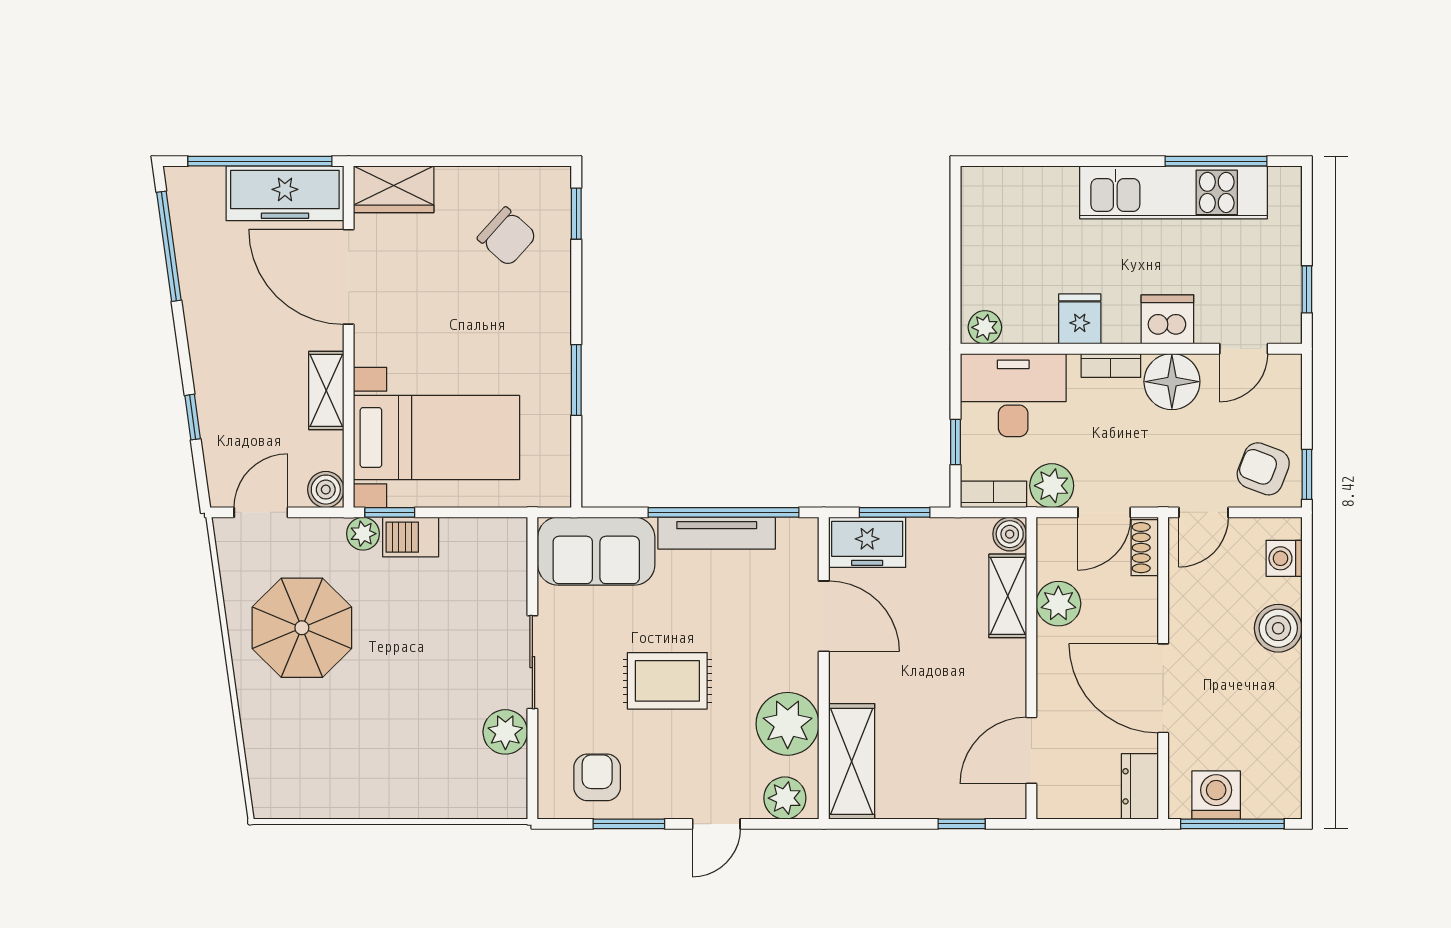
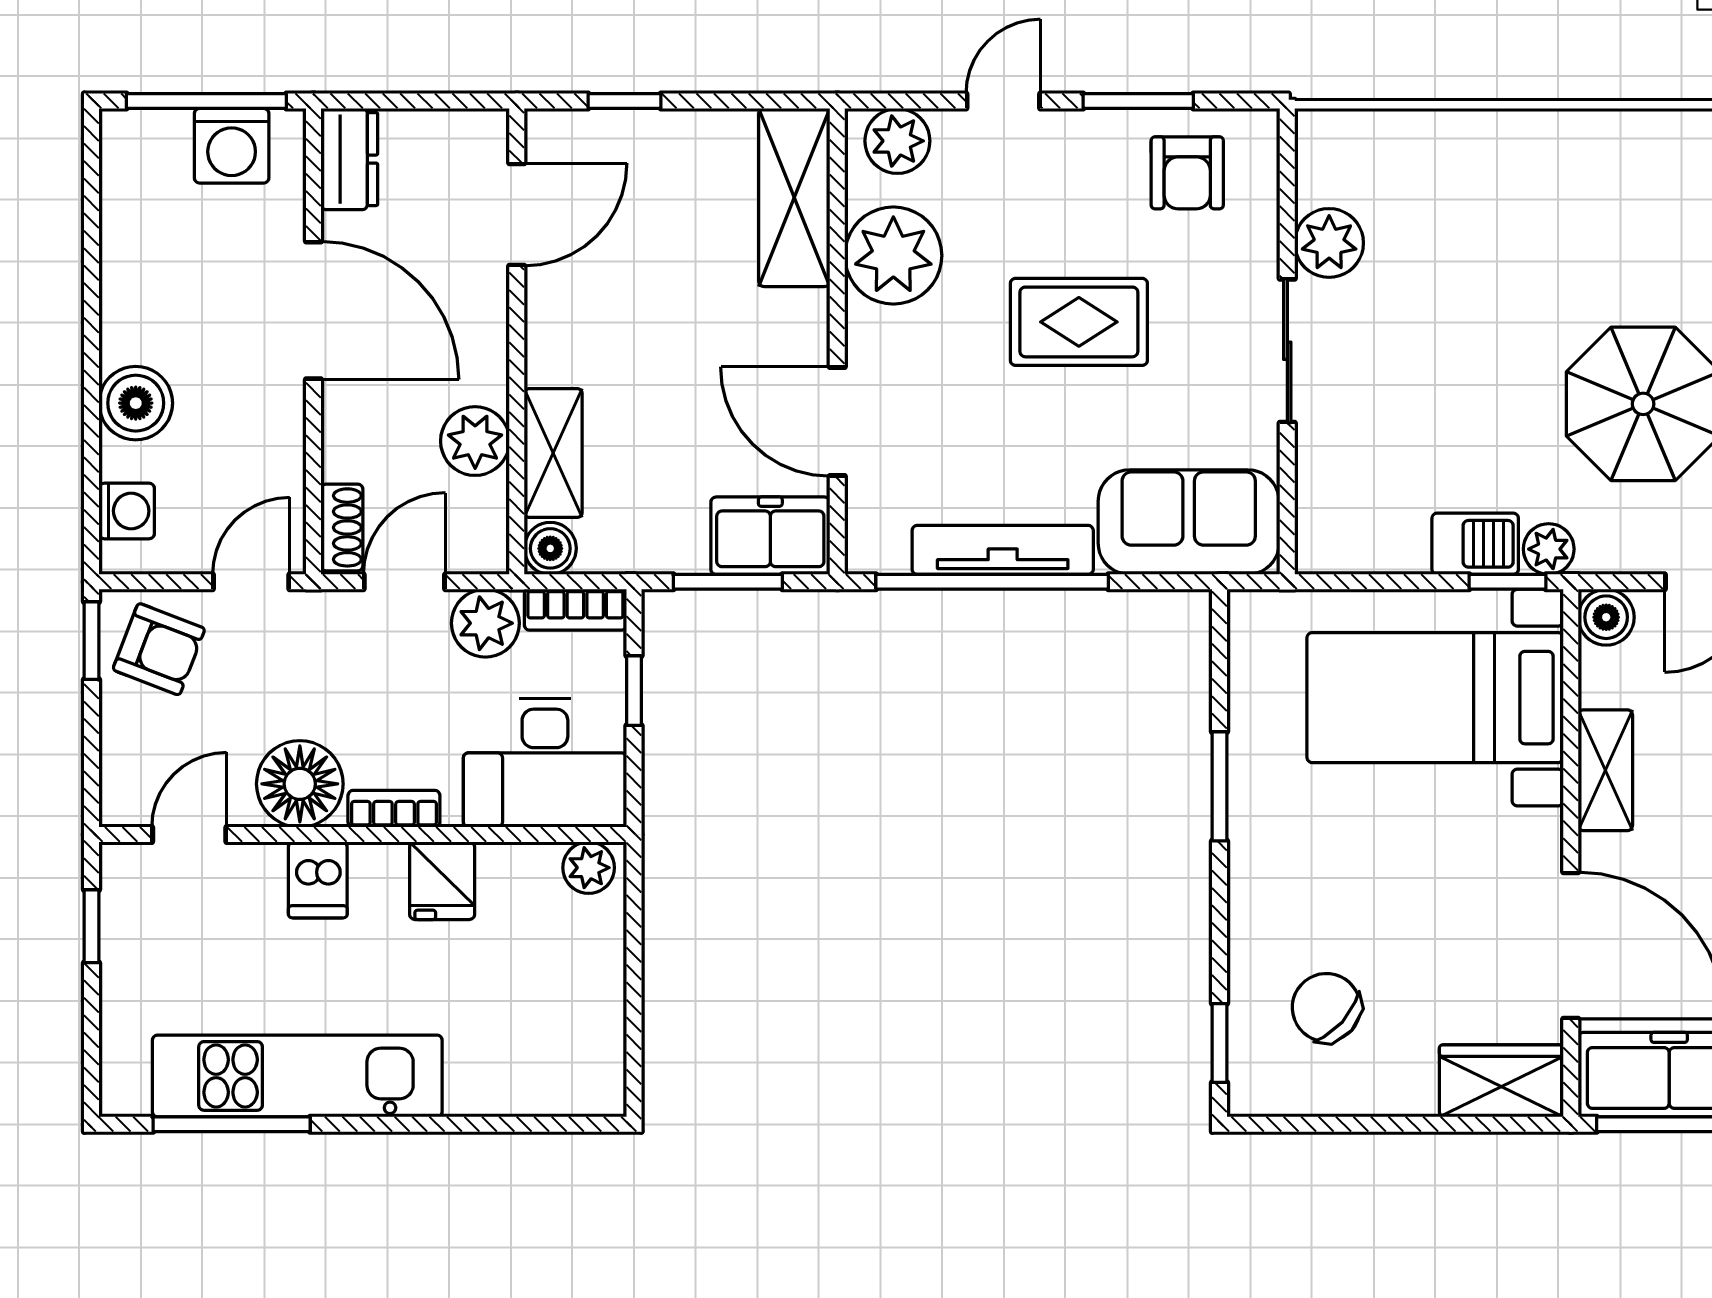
dishwasher: (1167, 319) -> (318, 880), width x0.73

